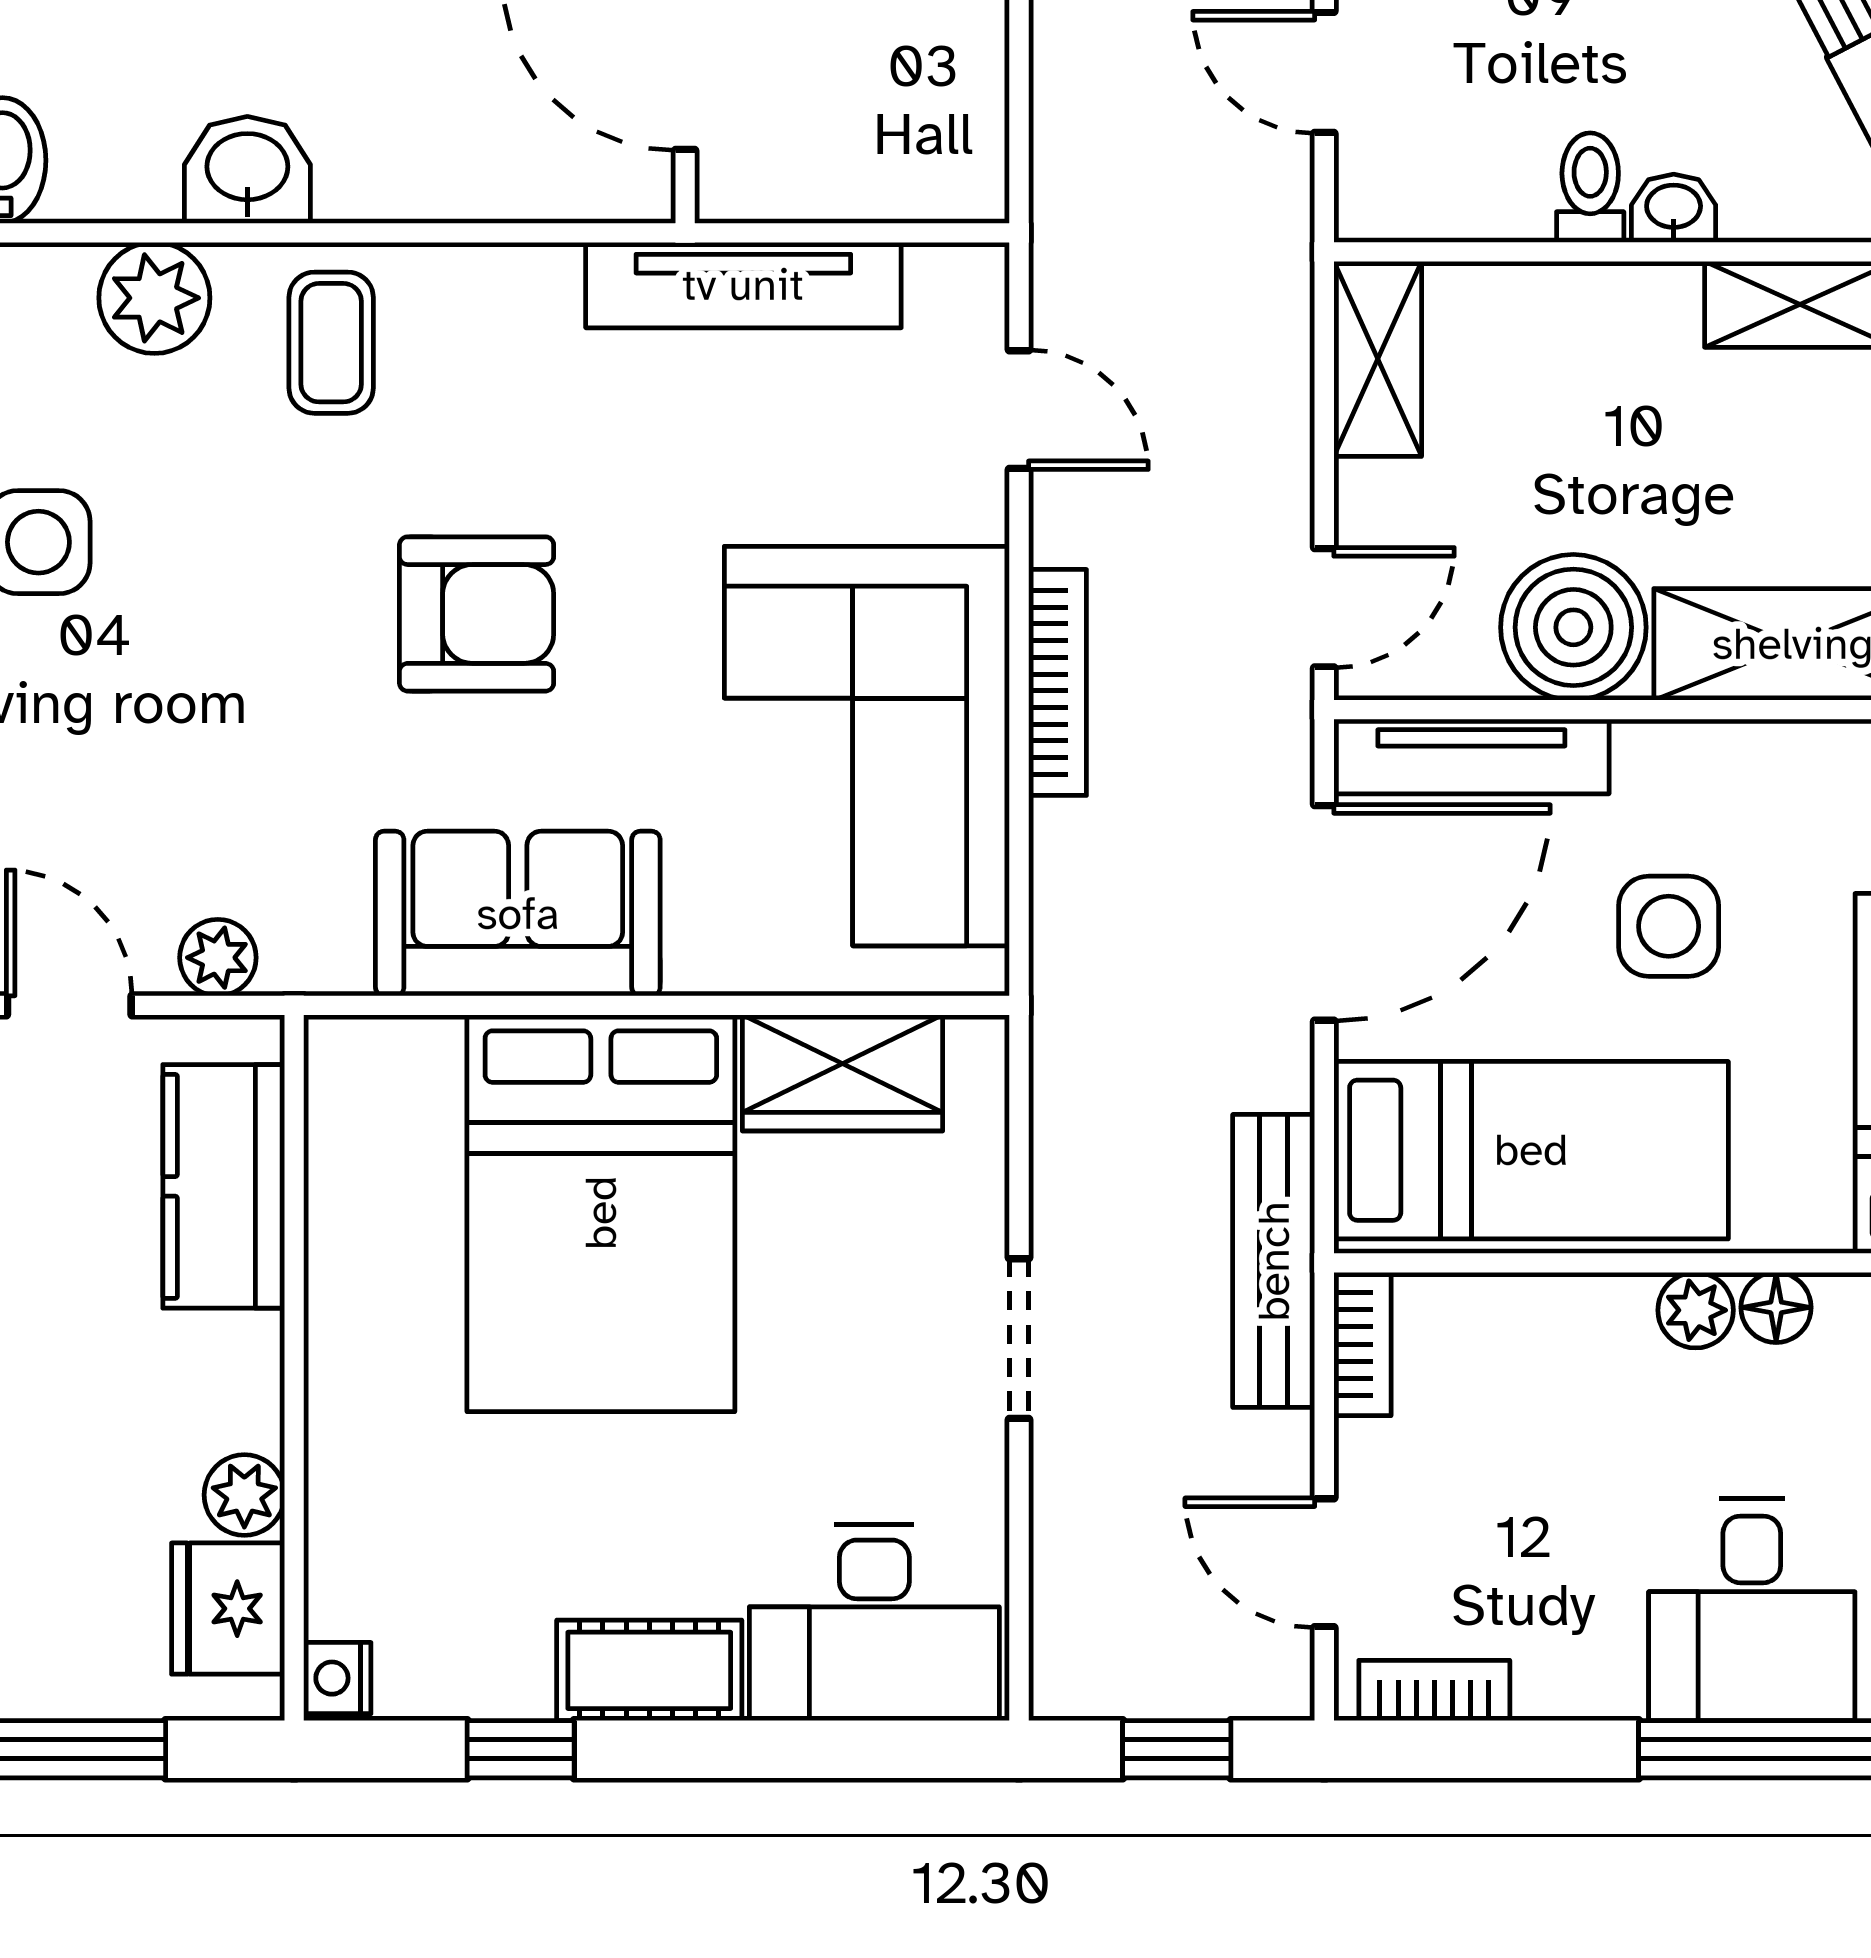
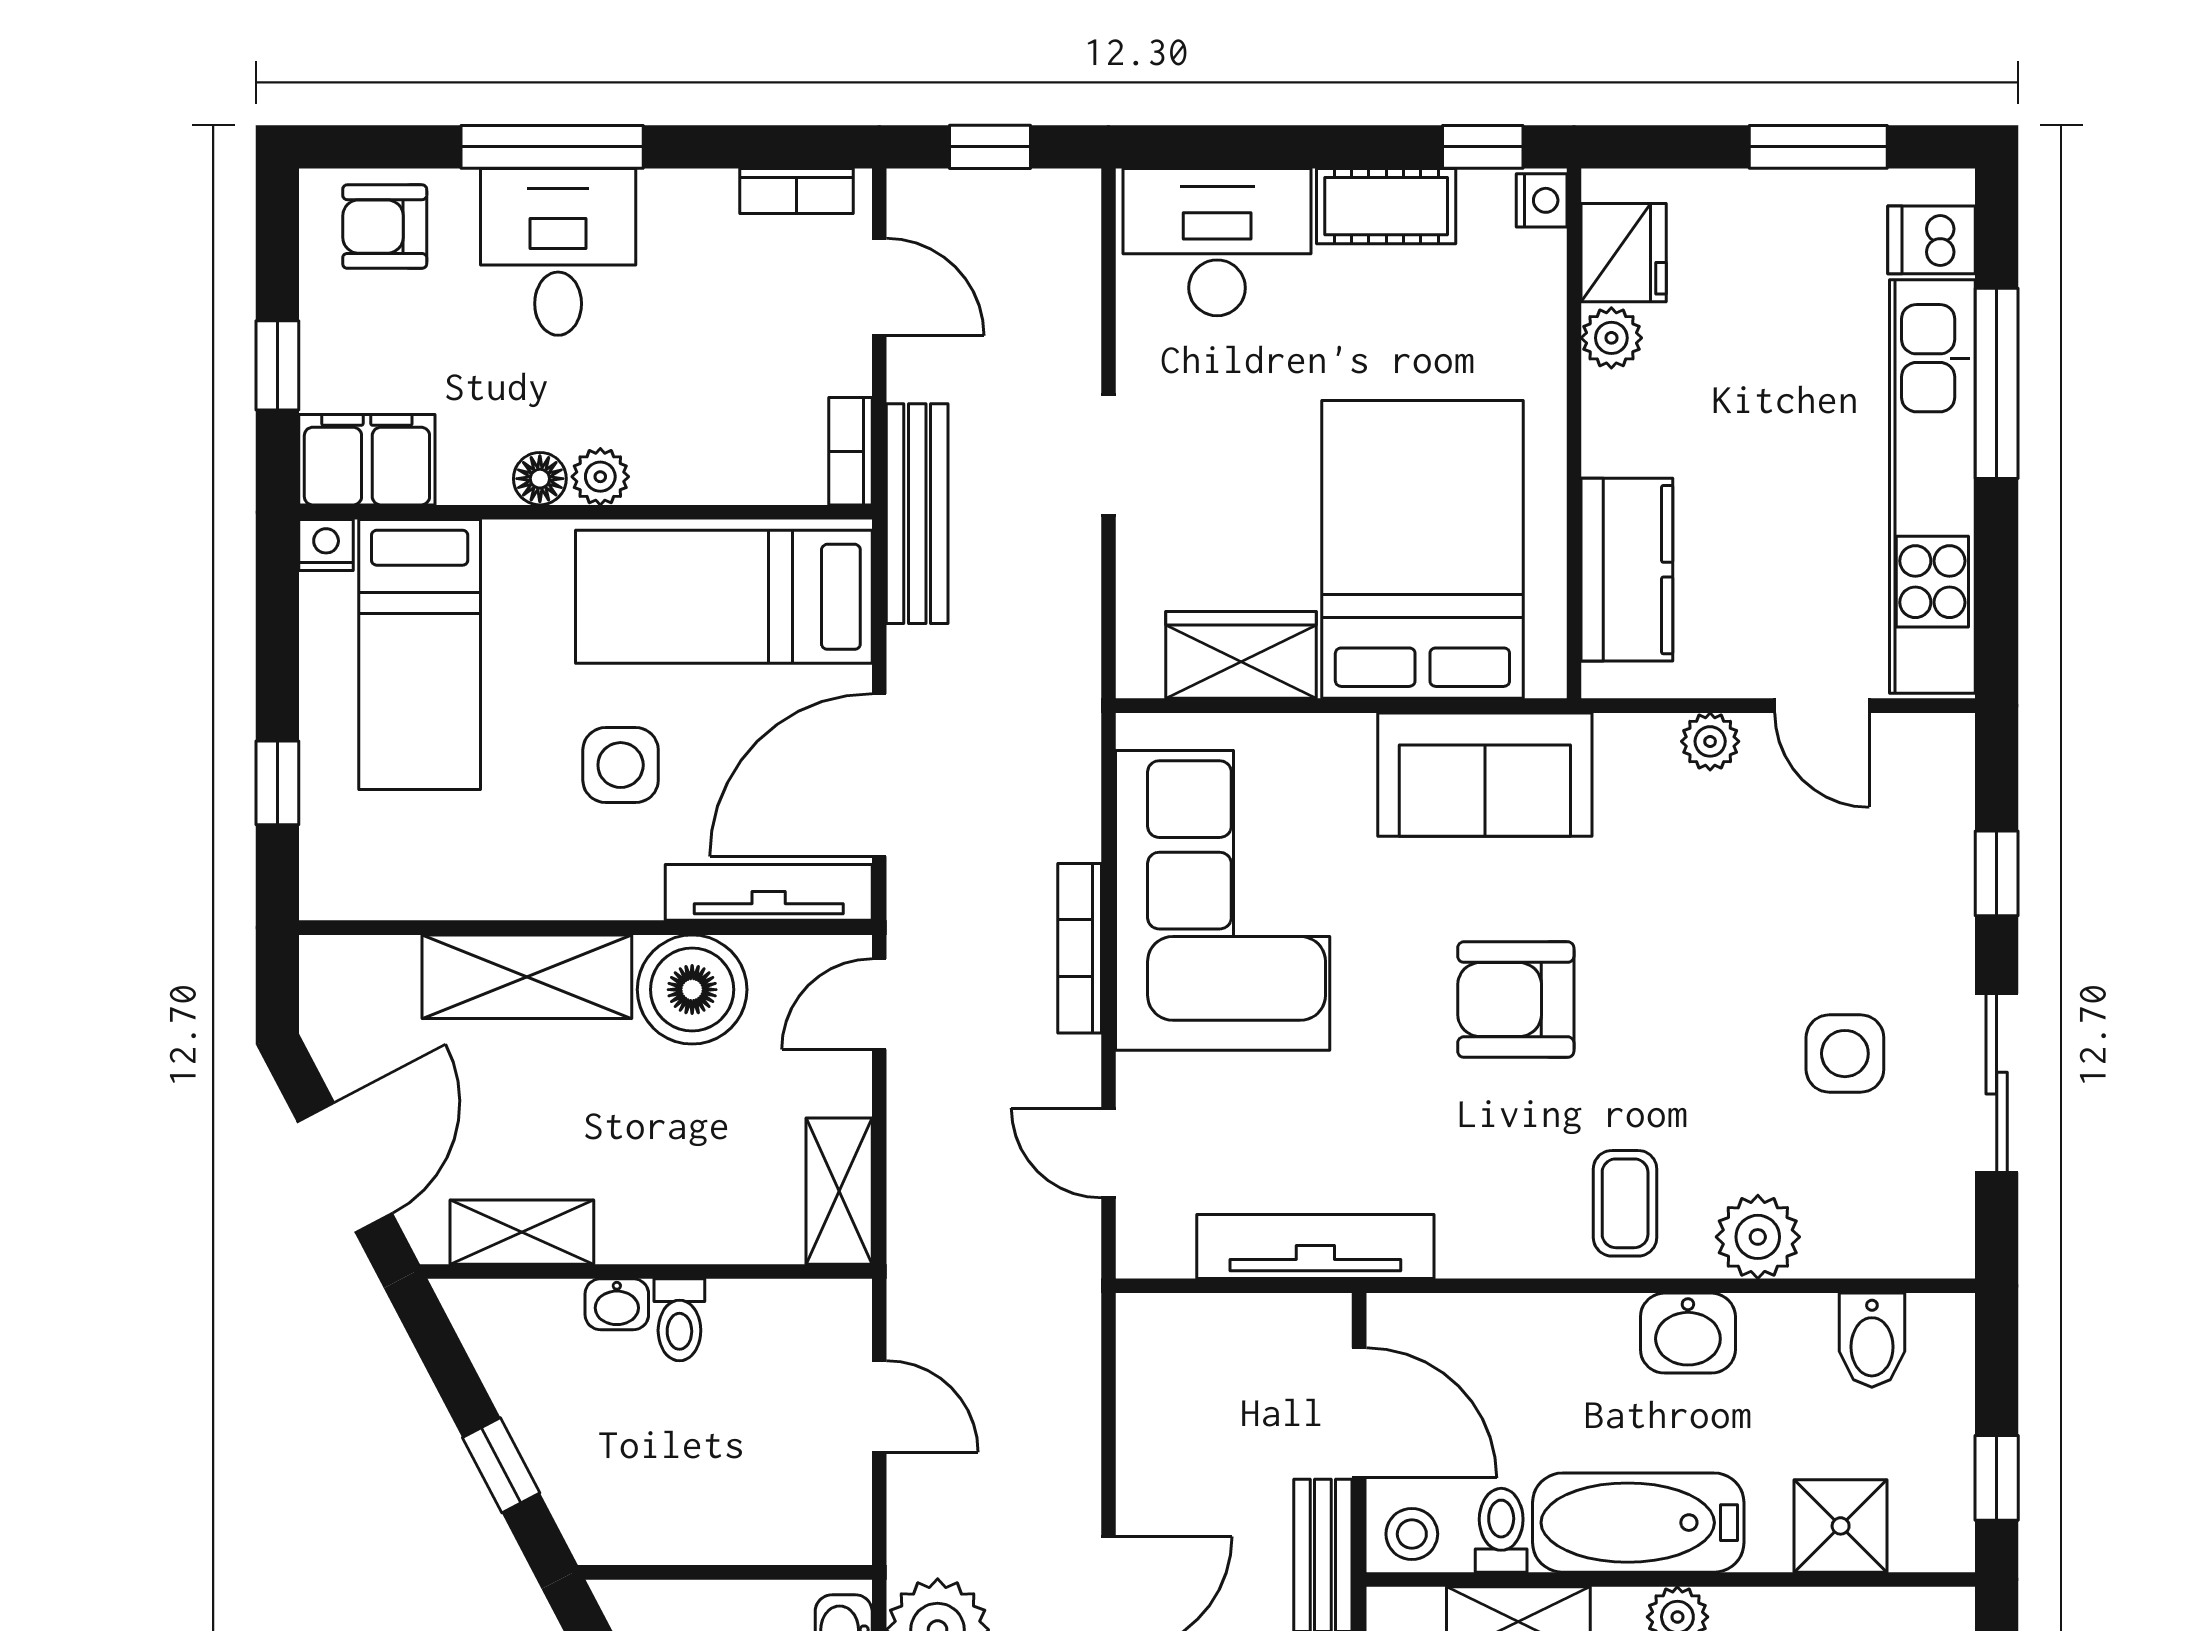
kitchen counter: (224, 1186) -> (1627, 570), moved
wall: (294, 1368) -> (1574, 433), moved
plant: (244, 1495) -> (1611, 338), moved
fridge: (228, 1609) -> (1624, 253), moved
nightstand: (337, 1678) -> (1542, 200), moved

